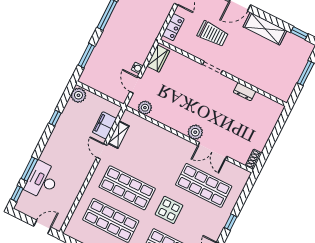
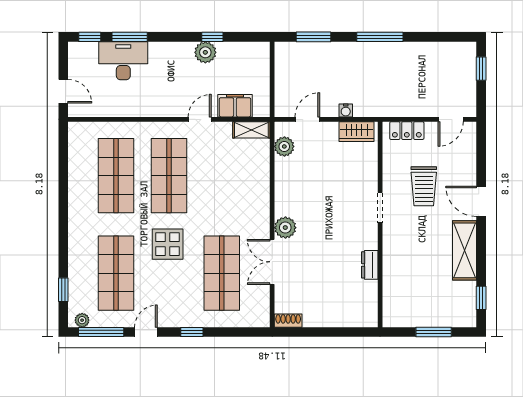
water cooler: (137, 68) -> (346, 110), moved
plant: (78, 95) -> (205, 52), moved
shelving: (119, 135) -> (251, 130), moved

